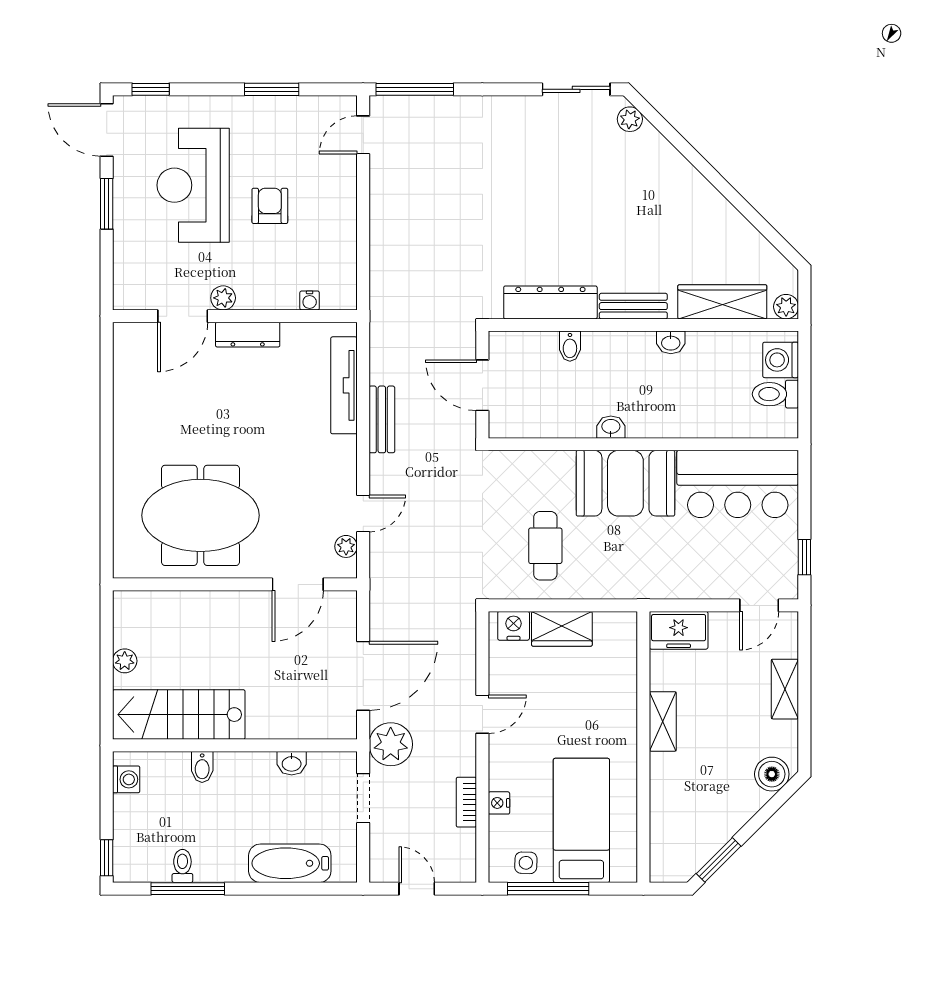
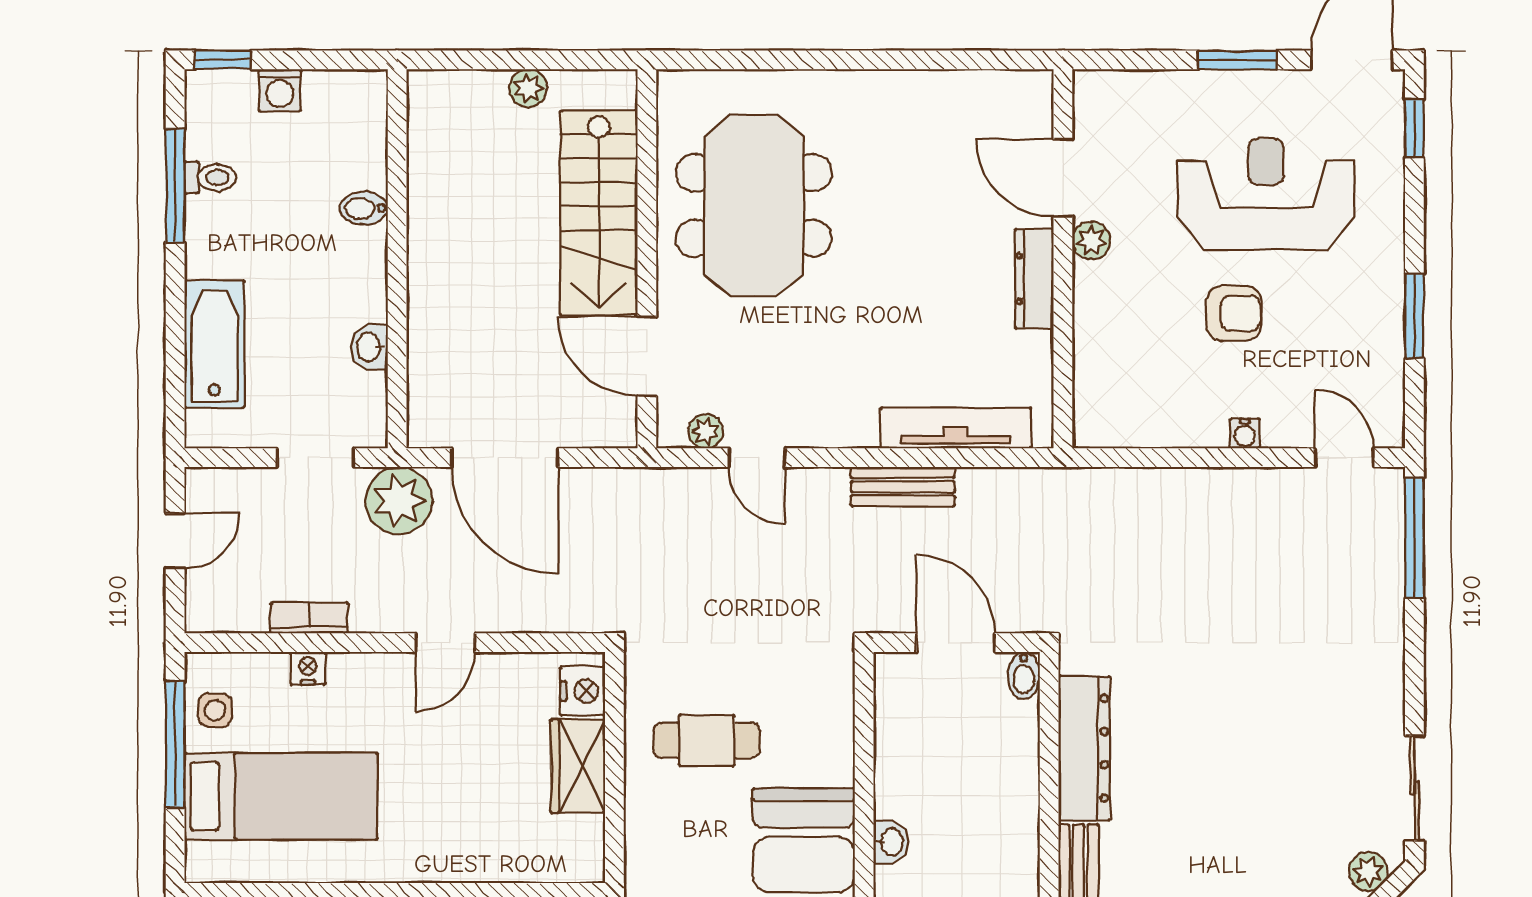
water cooler: (310, 300) -> (1245, 433), moved, turned -90
bidet: (570, 346) -> (1024, 676), moved, turned -90
door: (482, 385) -> (956, 643), hinge flipped
door: (482, 714) -> (445, 643), hinge flipped
stairs: (179, 715) -> (599, 213), moved, turned 180
washing machine: (126, 779) -> (280, 90), moved

